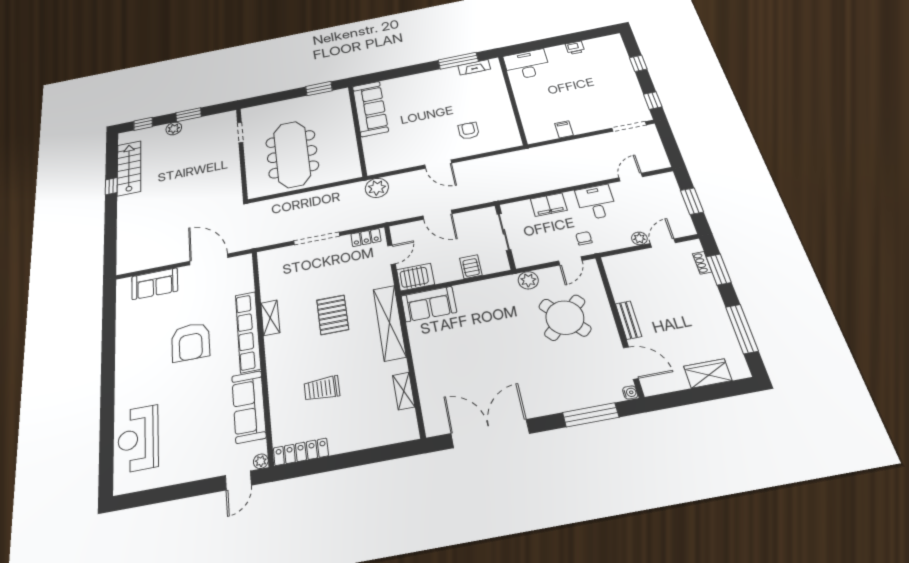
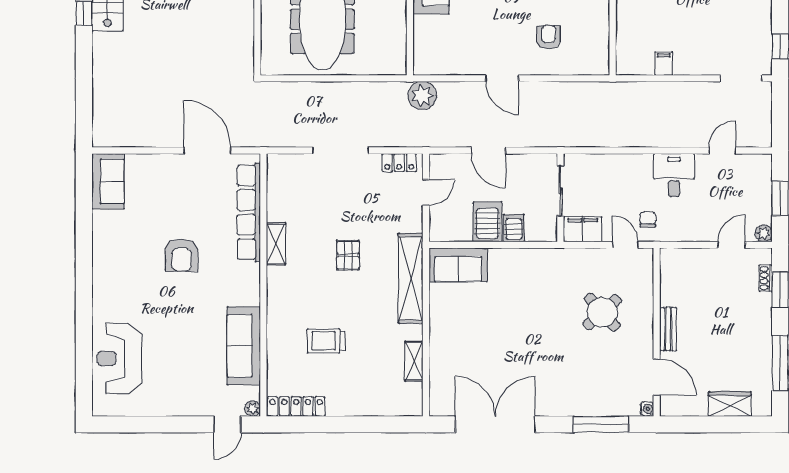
filing cabinet: (549, 205) -> (583, 229), moved, turned 180
plant: (639, 238) -> (764, 233), moved
door: (570, 261) -> (626, 245), swing flipped
server rack: (416, 277) -> (488, 222), moved, turned -90
plant: (528, 280) -> (574, 259), removed
sofa: (155, 284) -> (108, 181), moved, turned -90
pallet: (333, 315) -> (348, 255), width x0.67, depth x0.71
round table: (565, 318) -> (602, 312), width x0.73, depth x0.73
row of seats: (248, 332) -> (249, 212), moved
armchair: (191, 342) -> (181, 255), width x0.73, depth x0.73

